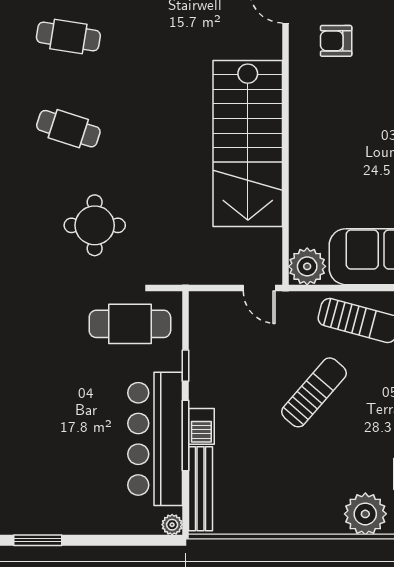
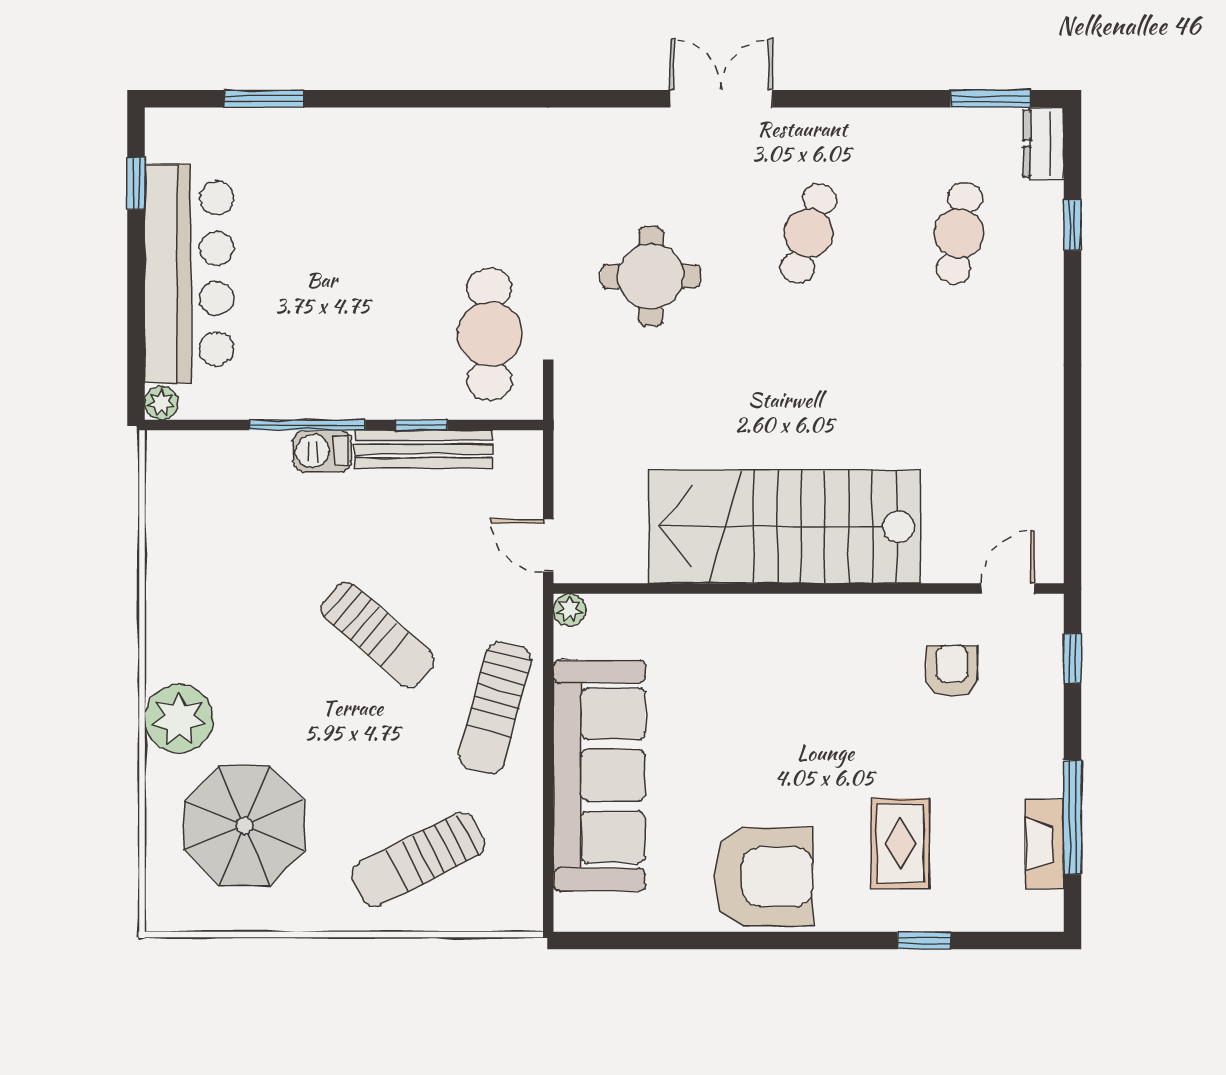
plant: (307, 266) -> (570, 610), width x0.53, depth x0.53
door: (259, 288) -> (548, 545), hinge flipped
bar counter: (155, 439) -> (189, 273), moved, turned 90
bench: (200, 489) -> (424, 449), moved
window: (38, 540) -> (136, 183), width x0.67

